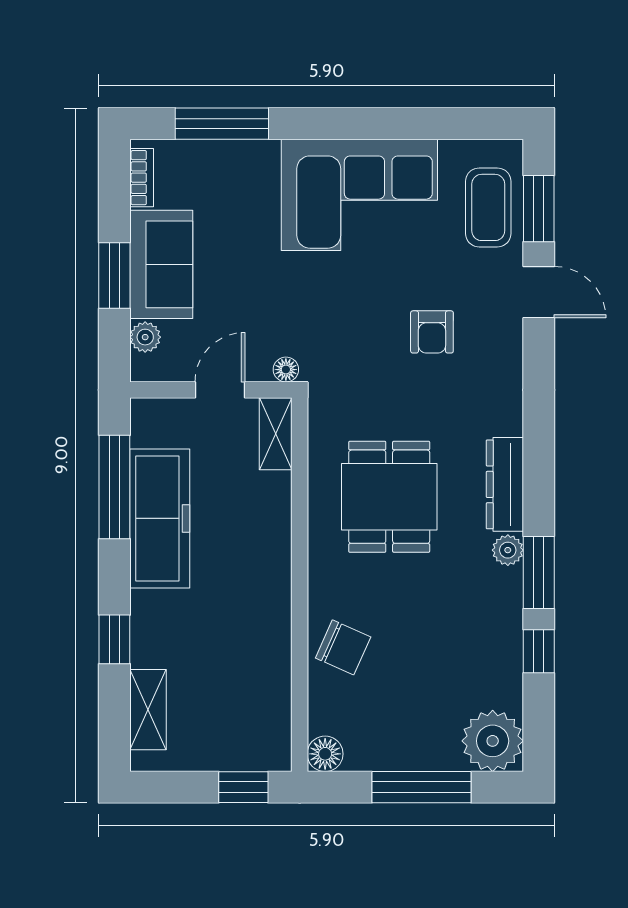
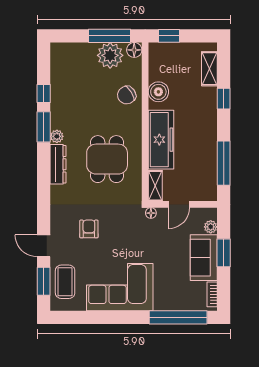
window: (222, 124) -> (178, 317), width x1.46
freezer: (160, 518) -> (161, 140), moved, turned 180
chair: (343, 647) -> (127, 95), turned -56
boiler: (268, 655) -> (158, 92), added
plant: (493, 741) -> (110, 55), moved
window: (422, 787) -> (110, 36), moved

